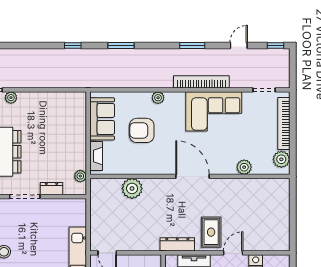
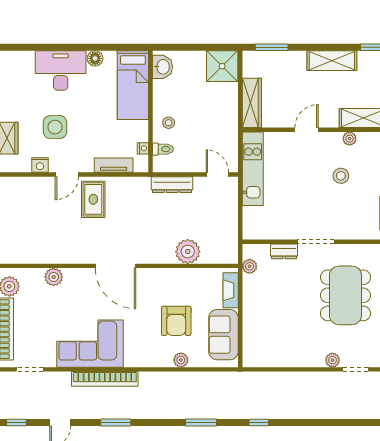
plant: (158, 98) -> (181, 360), moved
armchair: (142, 130) -> (176, 321), turned 90
dresser: (177, 244) -> (172, 185), moved

